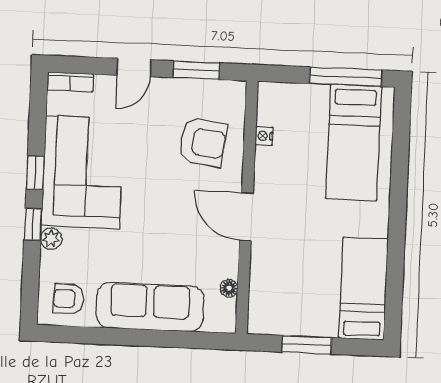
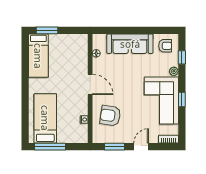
window: (33, 224) -> (182, 57), moved
window: (307, 345) -> (47, 30), moved

